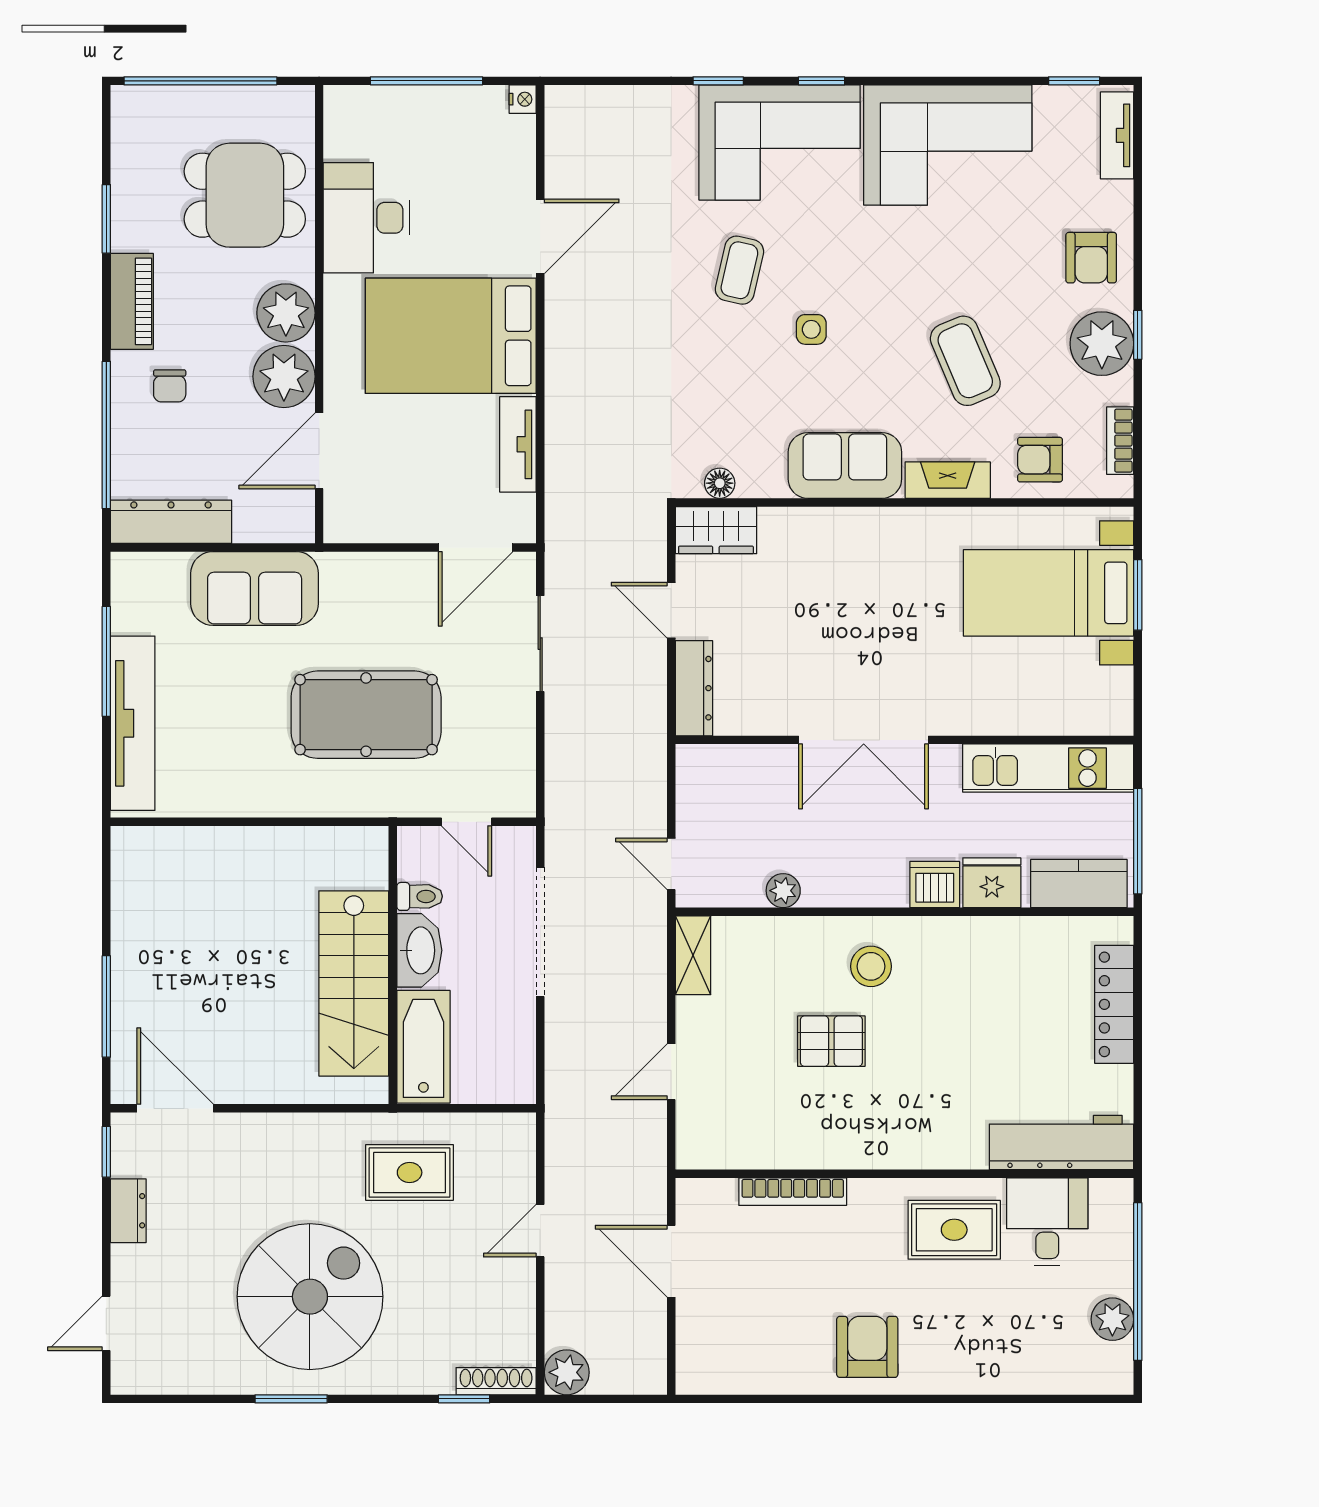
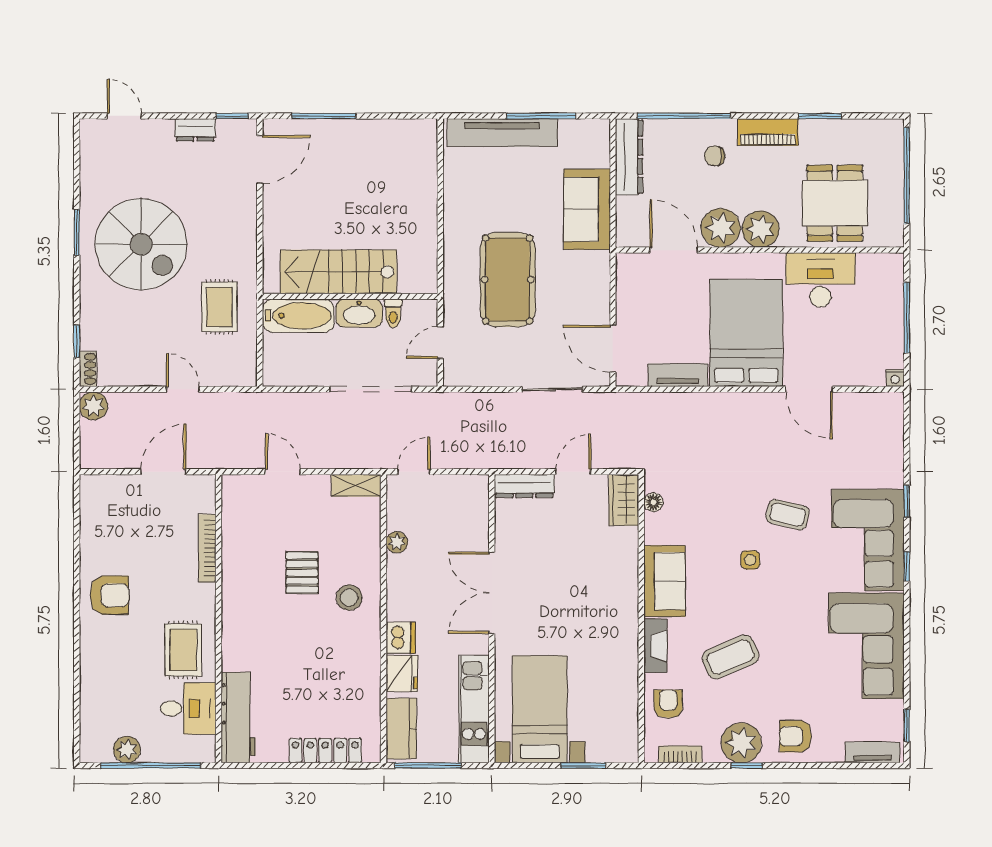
bed with nightstands: (1048, 593) -> (540, 709), moved
shoe rack: (496, 1381) -> (88, 369), width x0.70

